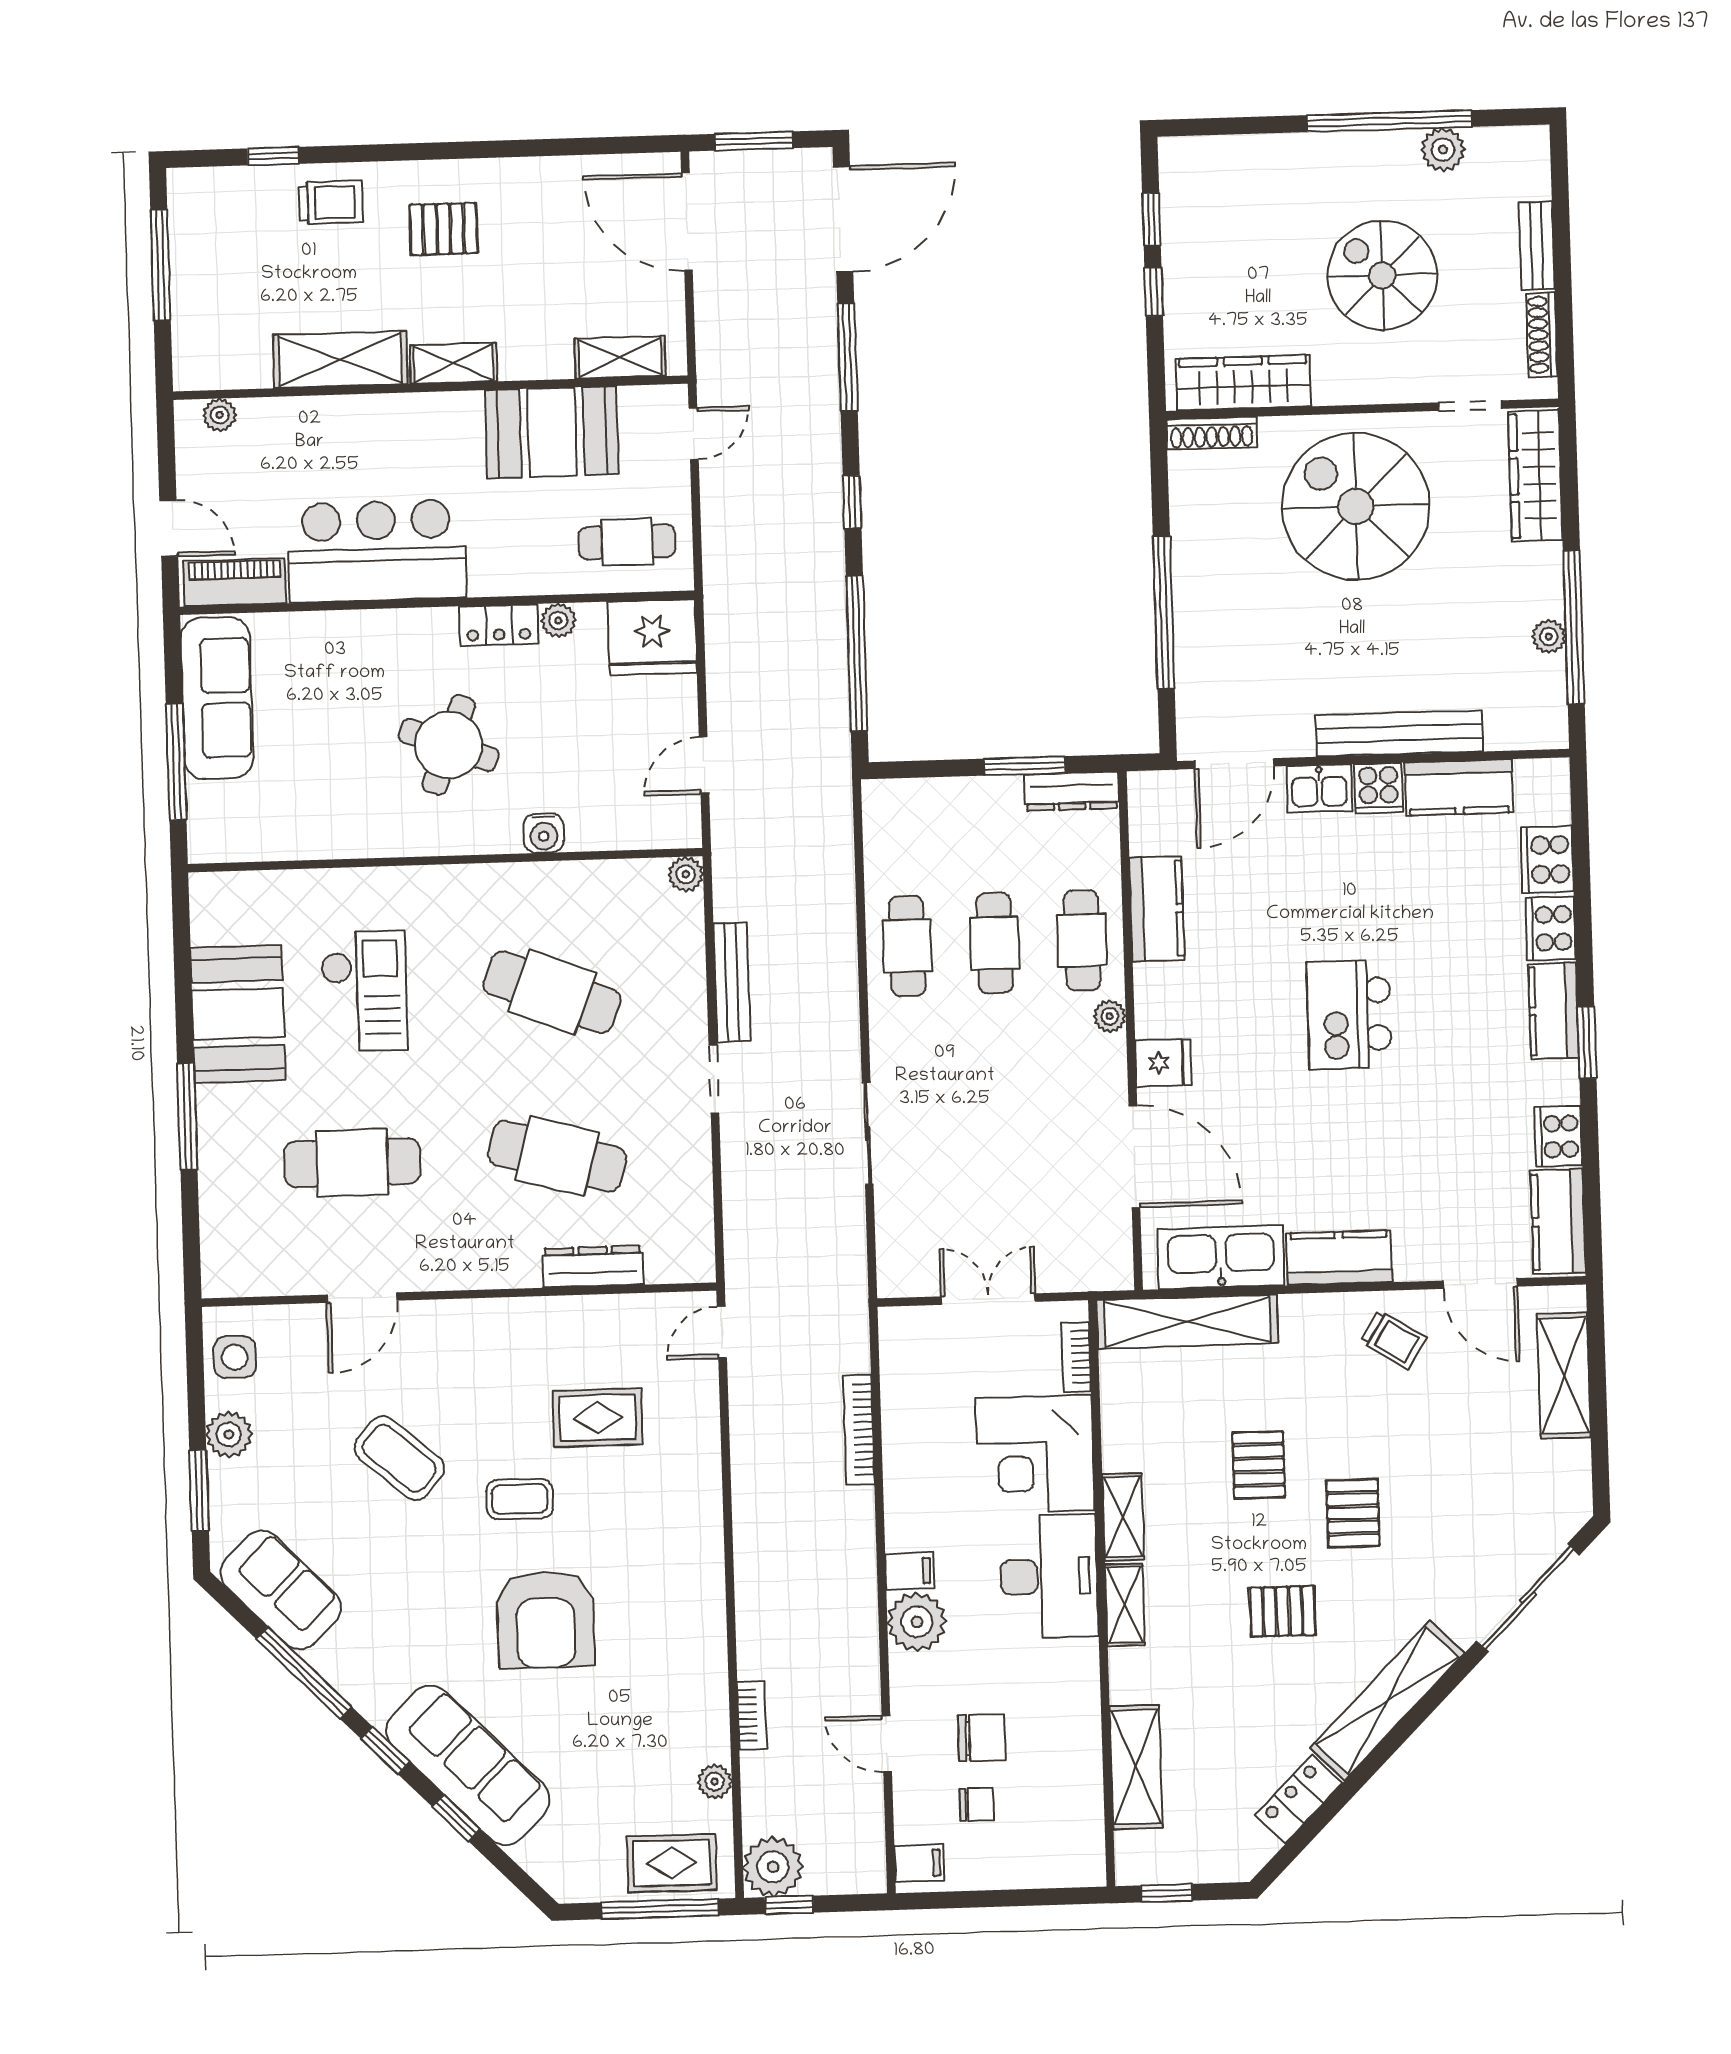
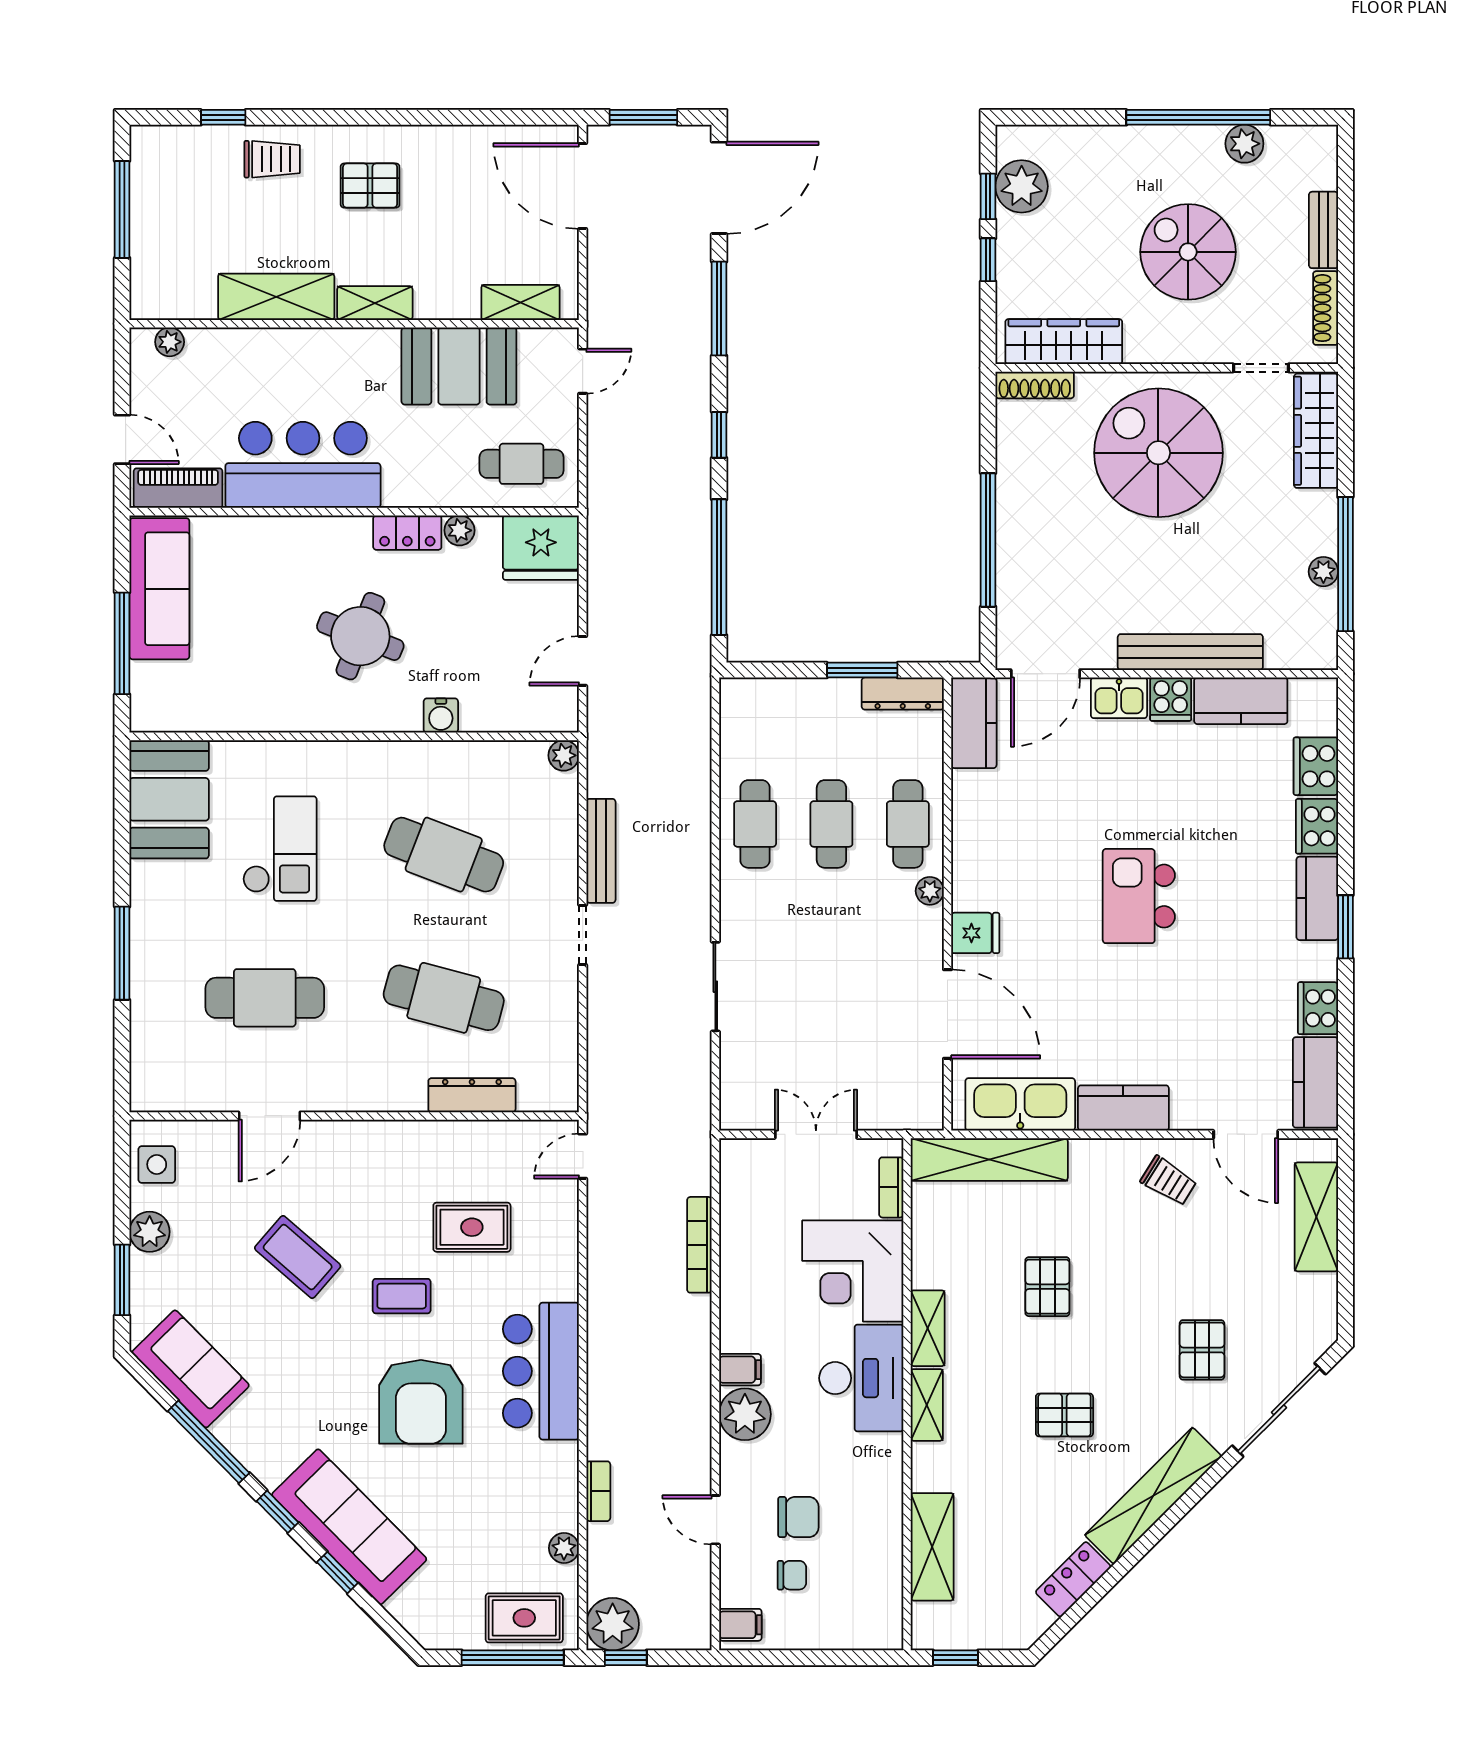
plant: (1189, 206) -> (1022, 186), added
kitchen counter: (1157, 909) -> (974, 723), moved
booth: (238, 1014) -> (169, 799), moved
pallet: (1353, 1513) -> (1202, 1350), moved
bar counter: (682, 1580) -> (541, 1371), added

